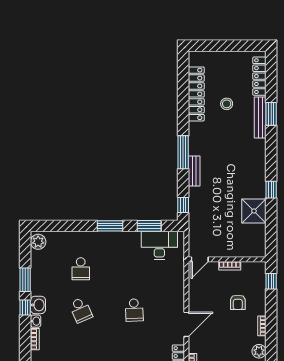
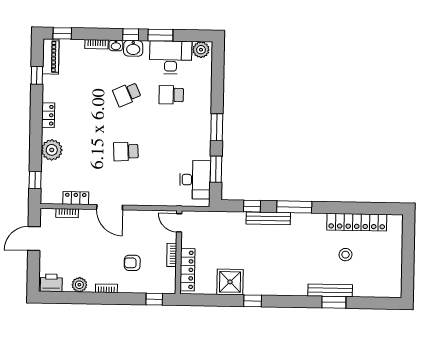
locker: (259, 76) -> (187, 270), moved, turned 90
bench: (194, 171) -> (268, 218), width x1.36
window: (183, 205) -> (252, 206), moved
desk: (46, 270) -> (171, 57), added

